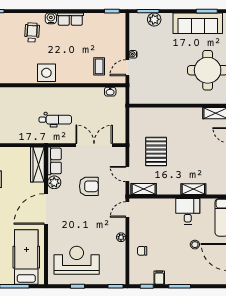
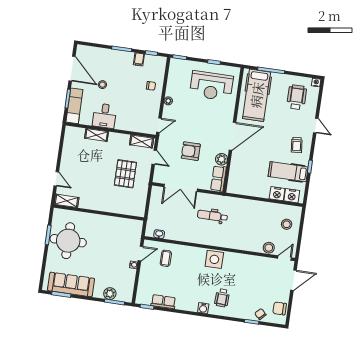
row of seats: (70, 19) -> (163, 302), moved
wardrobe: (37, 164) -> (234, 178), removed

